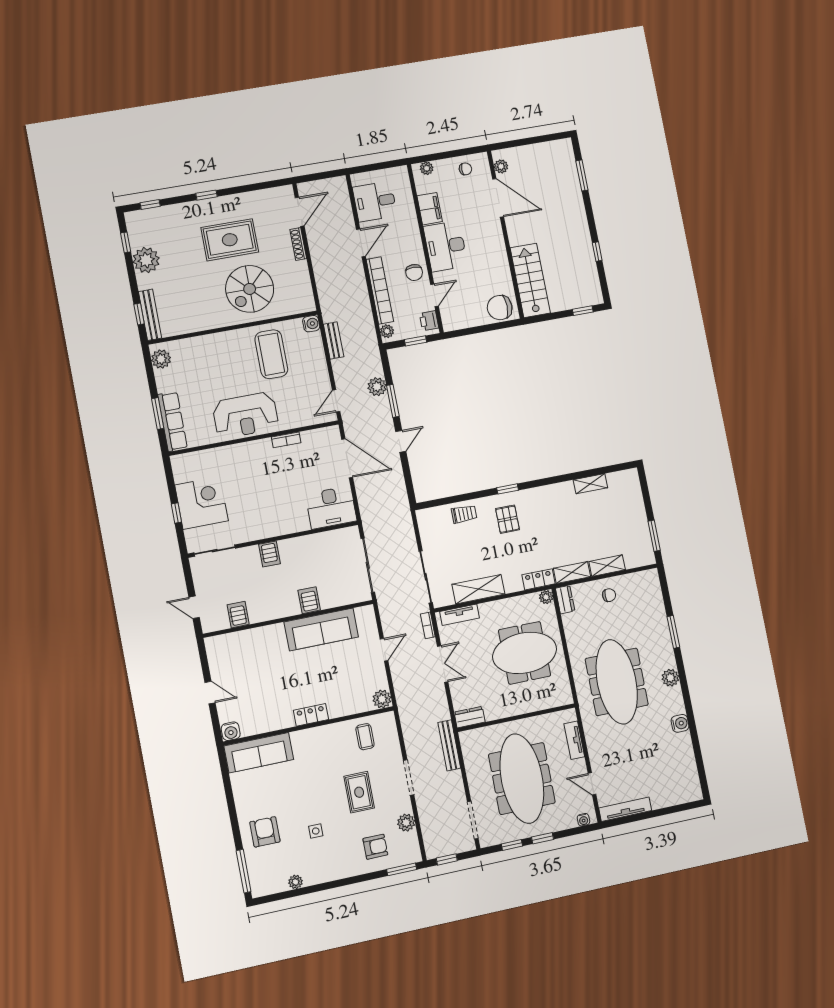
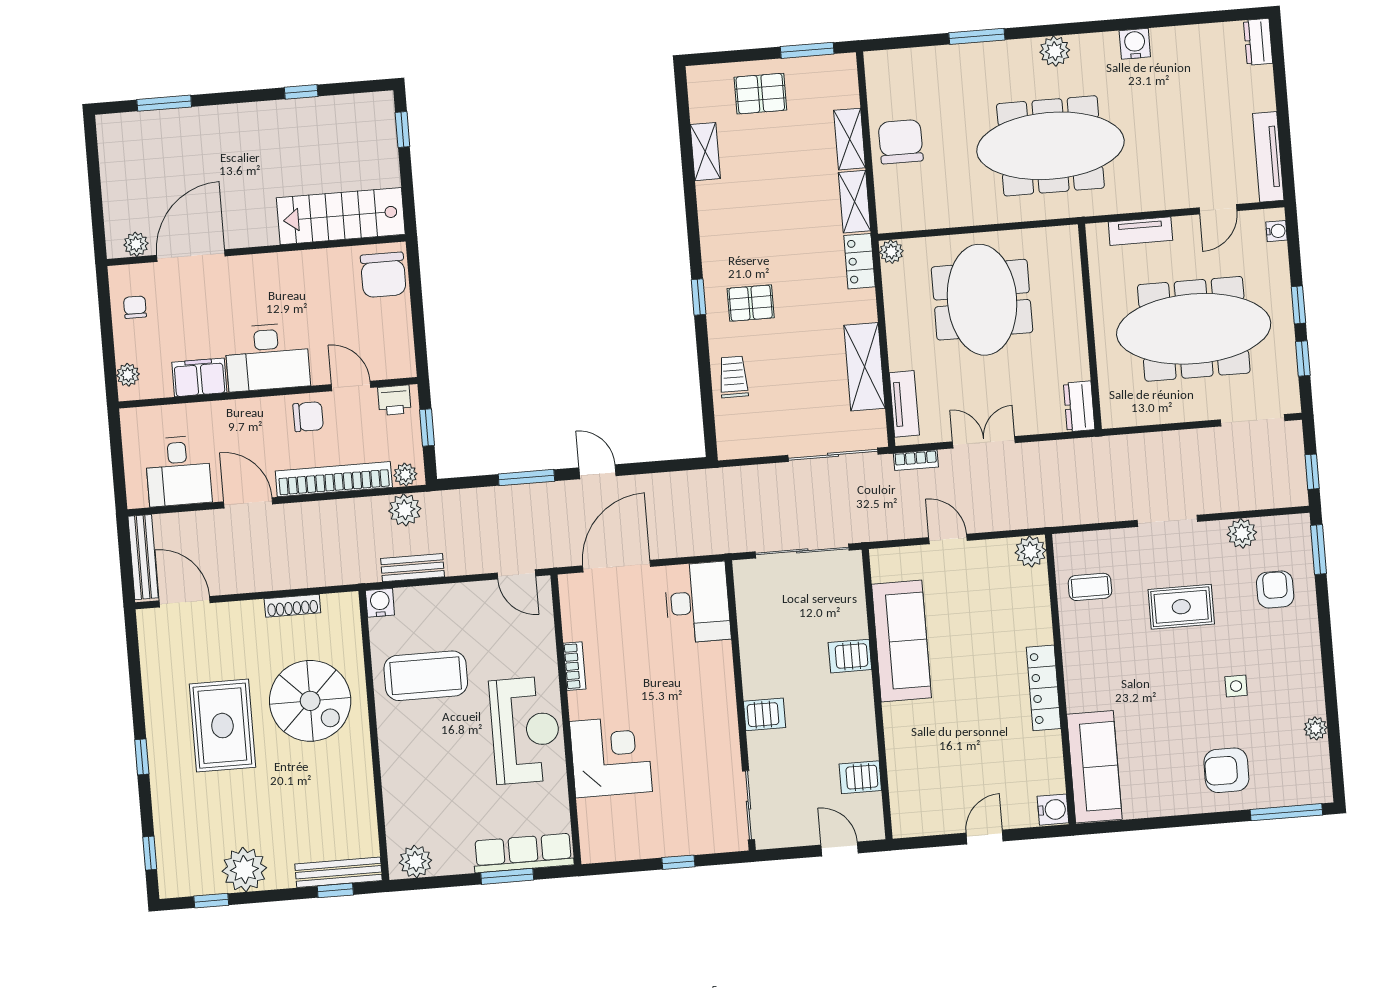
shoe rack: (298, 244) -> (292, 606), moved
plant: (377, 387) -> (405, 510), moved
corner desk: (202, 503) -> (611, 757), moved, turned 90
pallet: (627, 512) -> (760, 94), added
chair: (609, 595) -> (901, 142), width x1.87, depth x1.87
dresser: (565, 600) -> (1258, 42), moved, turned -90
door: (194, 607) -> (840, 849), swing flipped
locker: (311, 715) -> (1044, 688), width x1.53
bench: (449, 745) -> (143, 557), moved, turned 90

